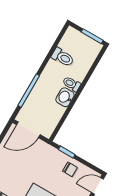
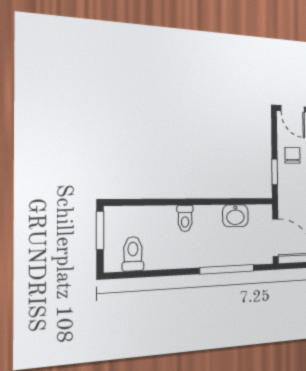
toilet: (63, 57) -> (133, 254), moved
washbasin: (65, 97) -> (235, 216), moved

